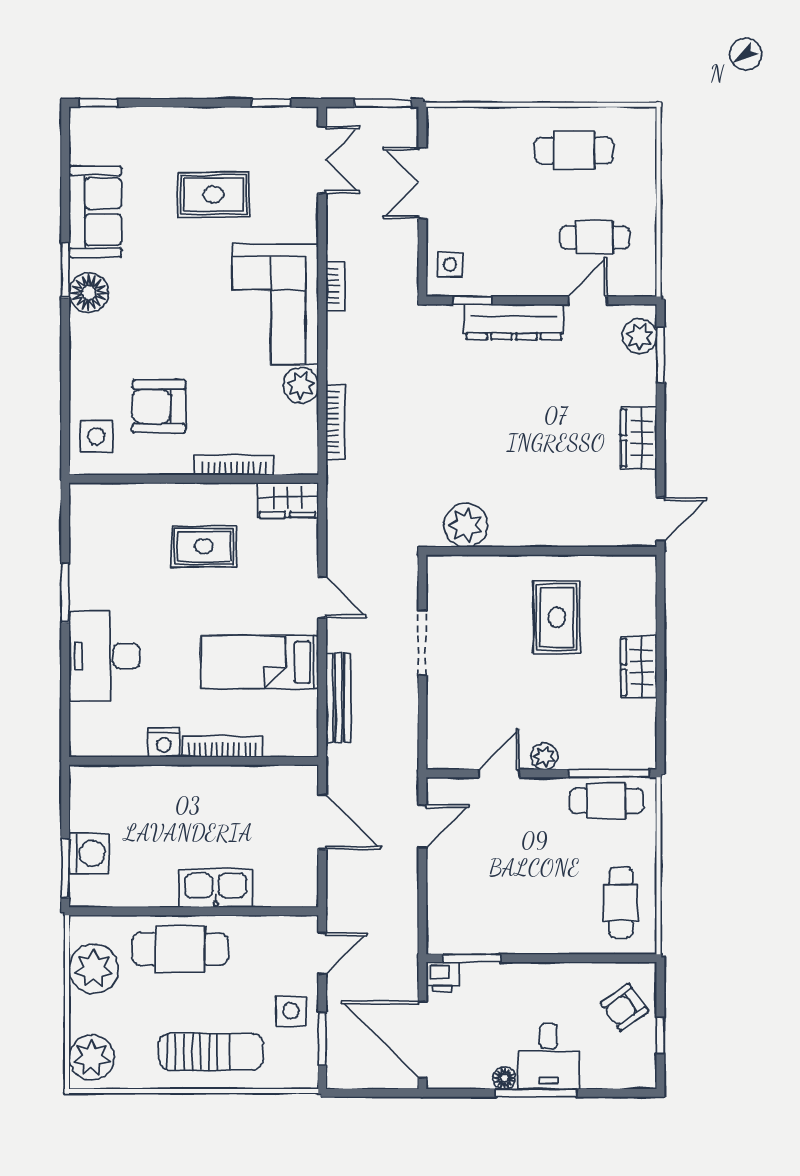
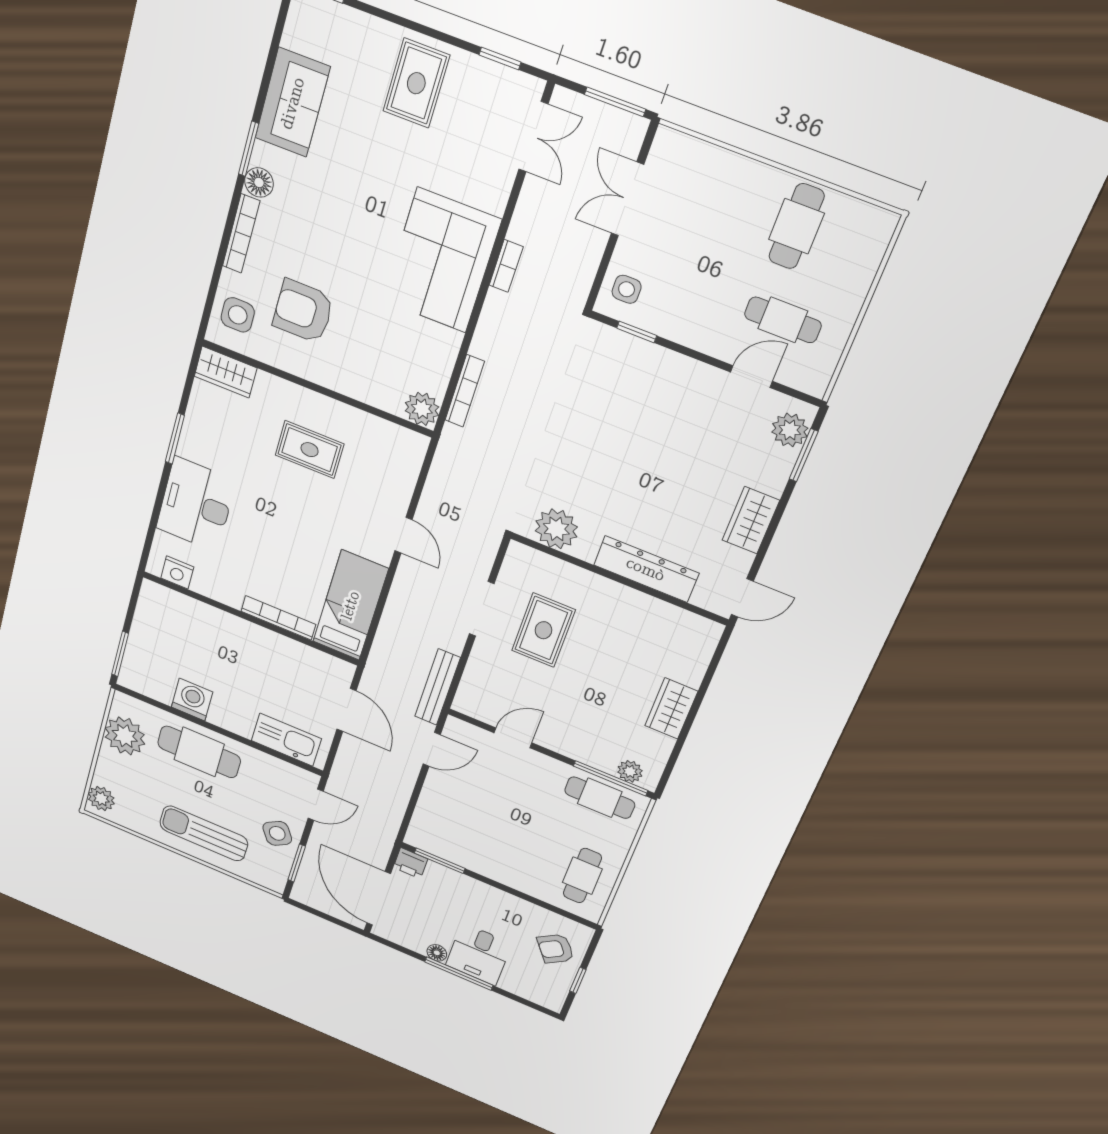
cafe table: (574, 151) -> (796, 226), turned 90
rug: (214, 195) -> (416, 83), moved, turned 90
floor lamp: (89, 293) -> (259, 182), width x0.73, depth x0.73
dresser: (514, 322) -> (646, 569), moved, turned 180
plant: (301, 385) -> (422, 409), moved
bookcase: (234, 465) -> (241, 234), moved, turned 90
wardrobe: (288, 500) -> (226, 372), moved
rug: (557, 617) -> (543, 630), moved
bed: (260, 662) -> (350, 605), moved, turned 90
bench: (338, 698) -> (437, 687), moved
nightstand: (164, 743) -> (177, 572), moved
plant: (544, 756) -> (630, 771), moved
washing machine: (89, 853) -> (192, 700), moved, turned -90
kitchen sink: (216, 888) -> (286, 740), moved
side table: (291, 1011) -> (277, 833), turned -32
sun lounger: (211, 1052) -> (204, 833), turned 180
plant: (92, 1058) -> (101, 799), width x0.73, depth x0.73

